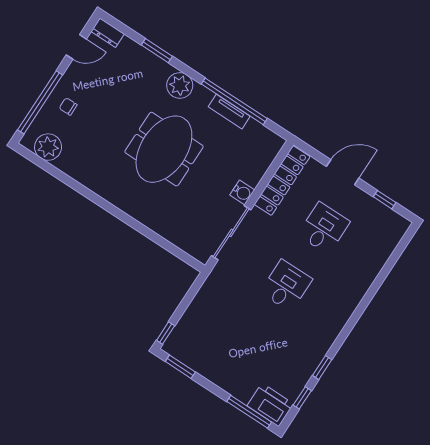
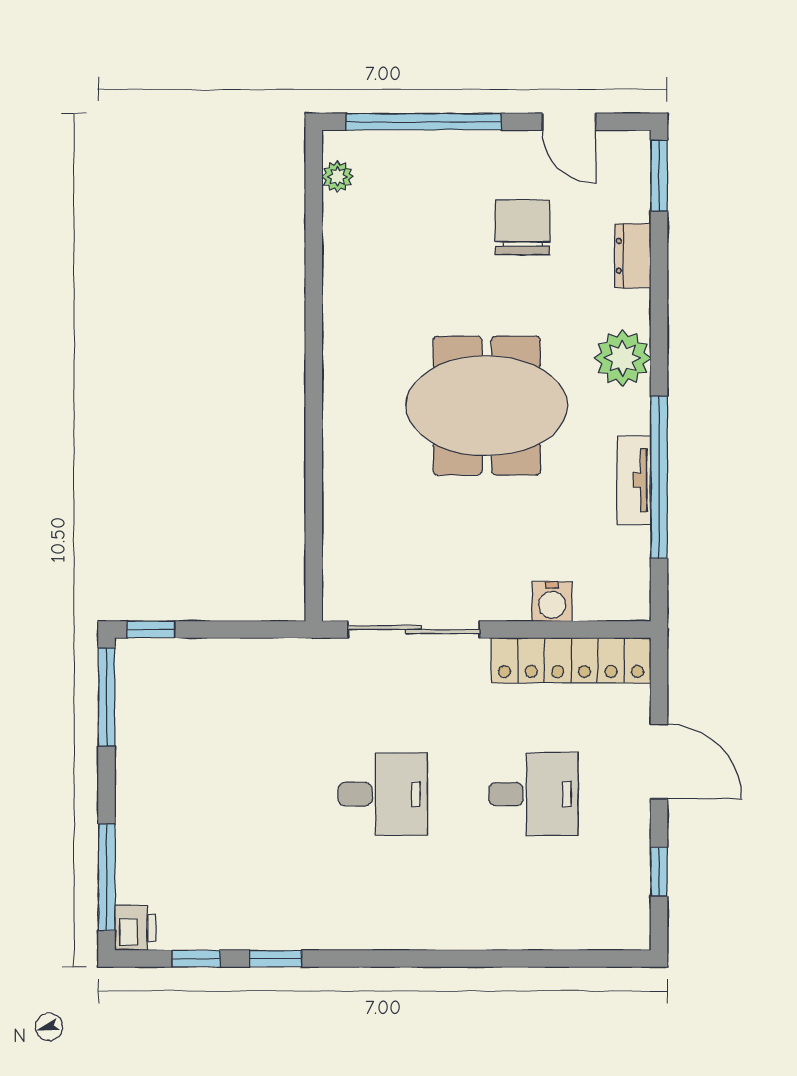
dresser: (108, 33) -> (633, 256), moved
window: (157, 51) -> (659, 176), moved
chair: (68, 106) -> (523, 227), moved, width x1.87, depth x1.87
plant: (48, 147) -> (337, 177), width x0.53, depth x0.53
water cooler: (242, 193) -> (552, 602), moved
window: (180, 367) -> (107, 697), width x1.44
printer: (270, 405) -> (135, 928), width x0.53, depth x0.68

